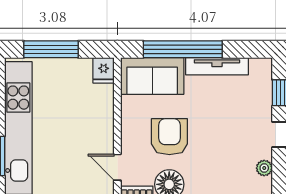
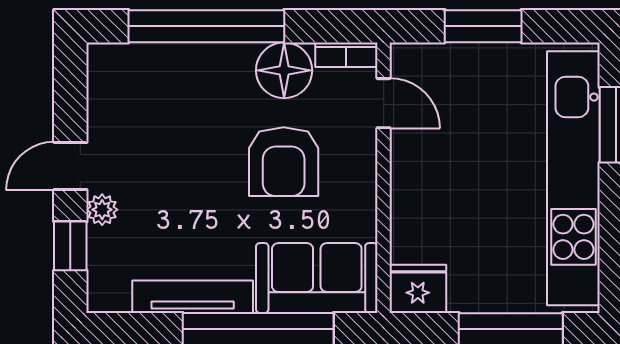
fridge: (104, 70) -> (418, 289), width x1.38
plant: (264, 168) -> (102, 210), moved

